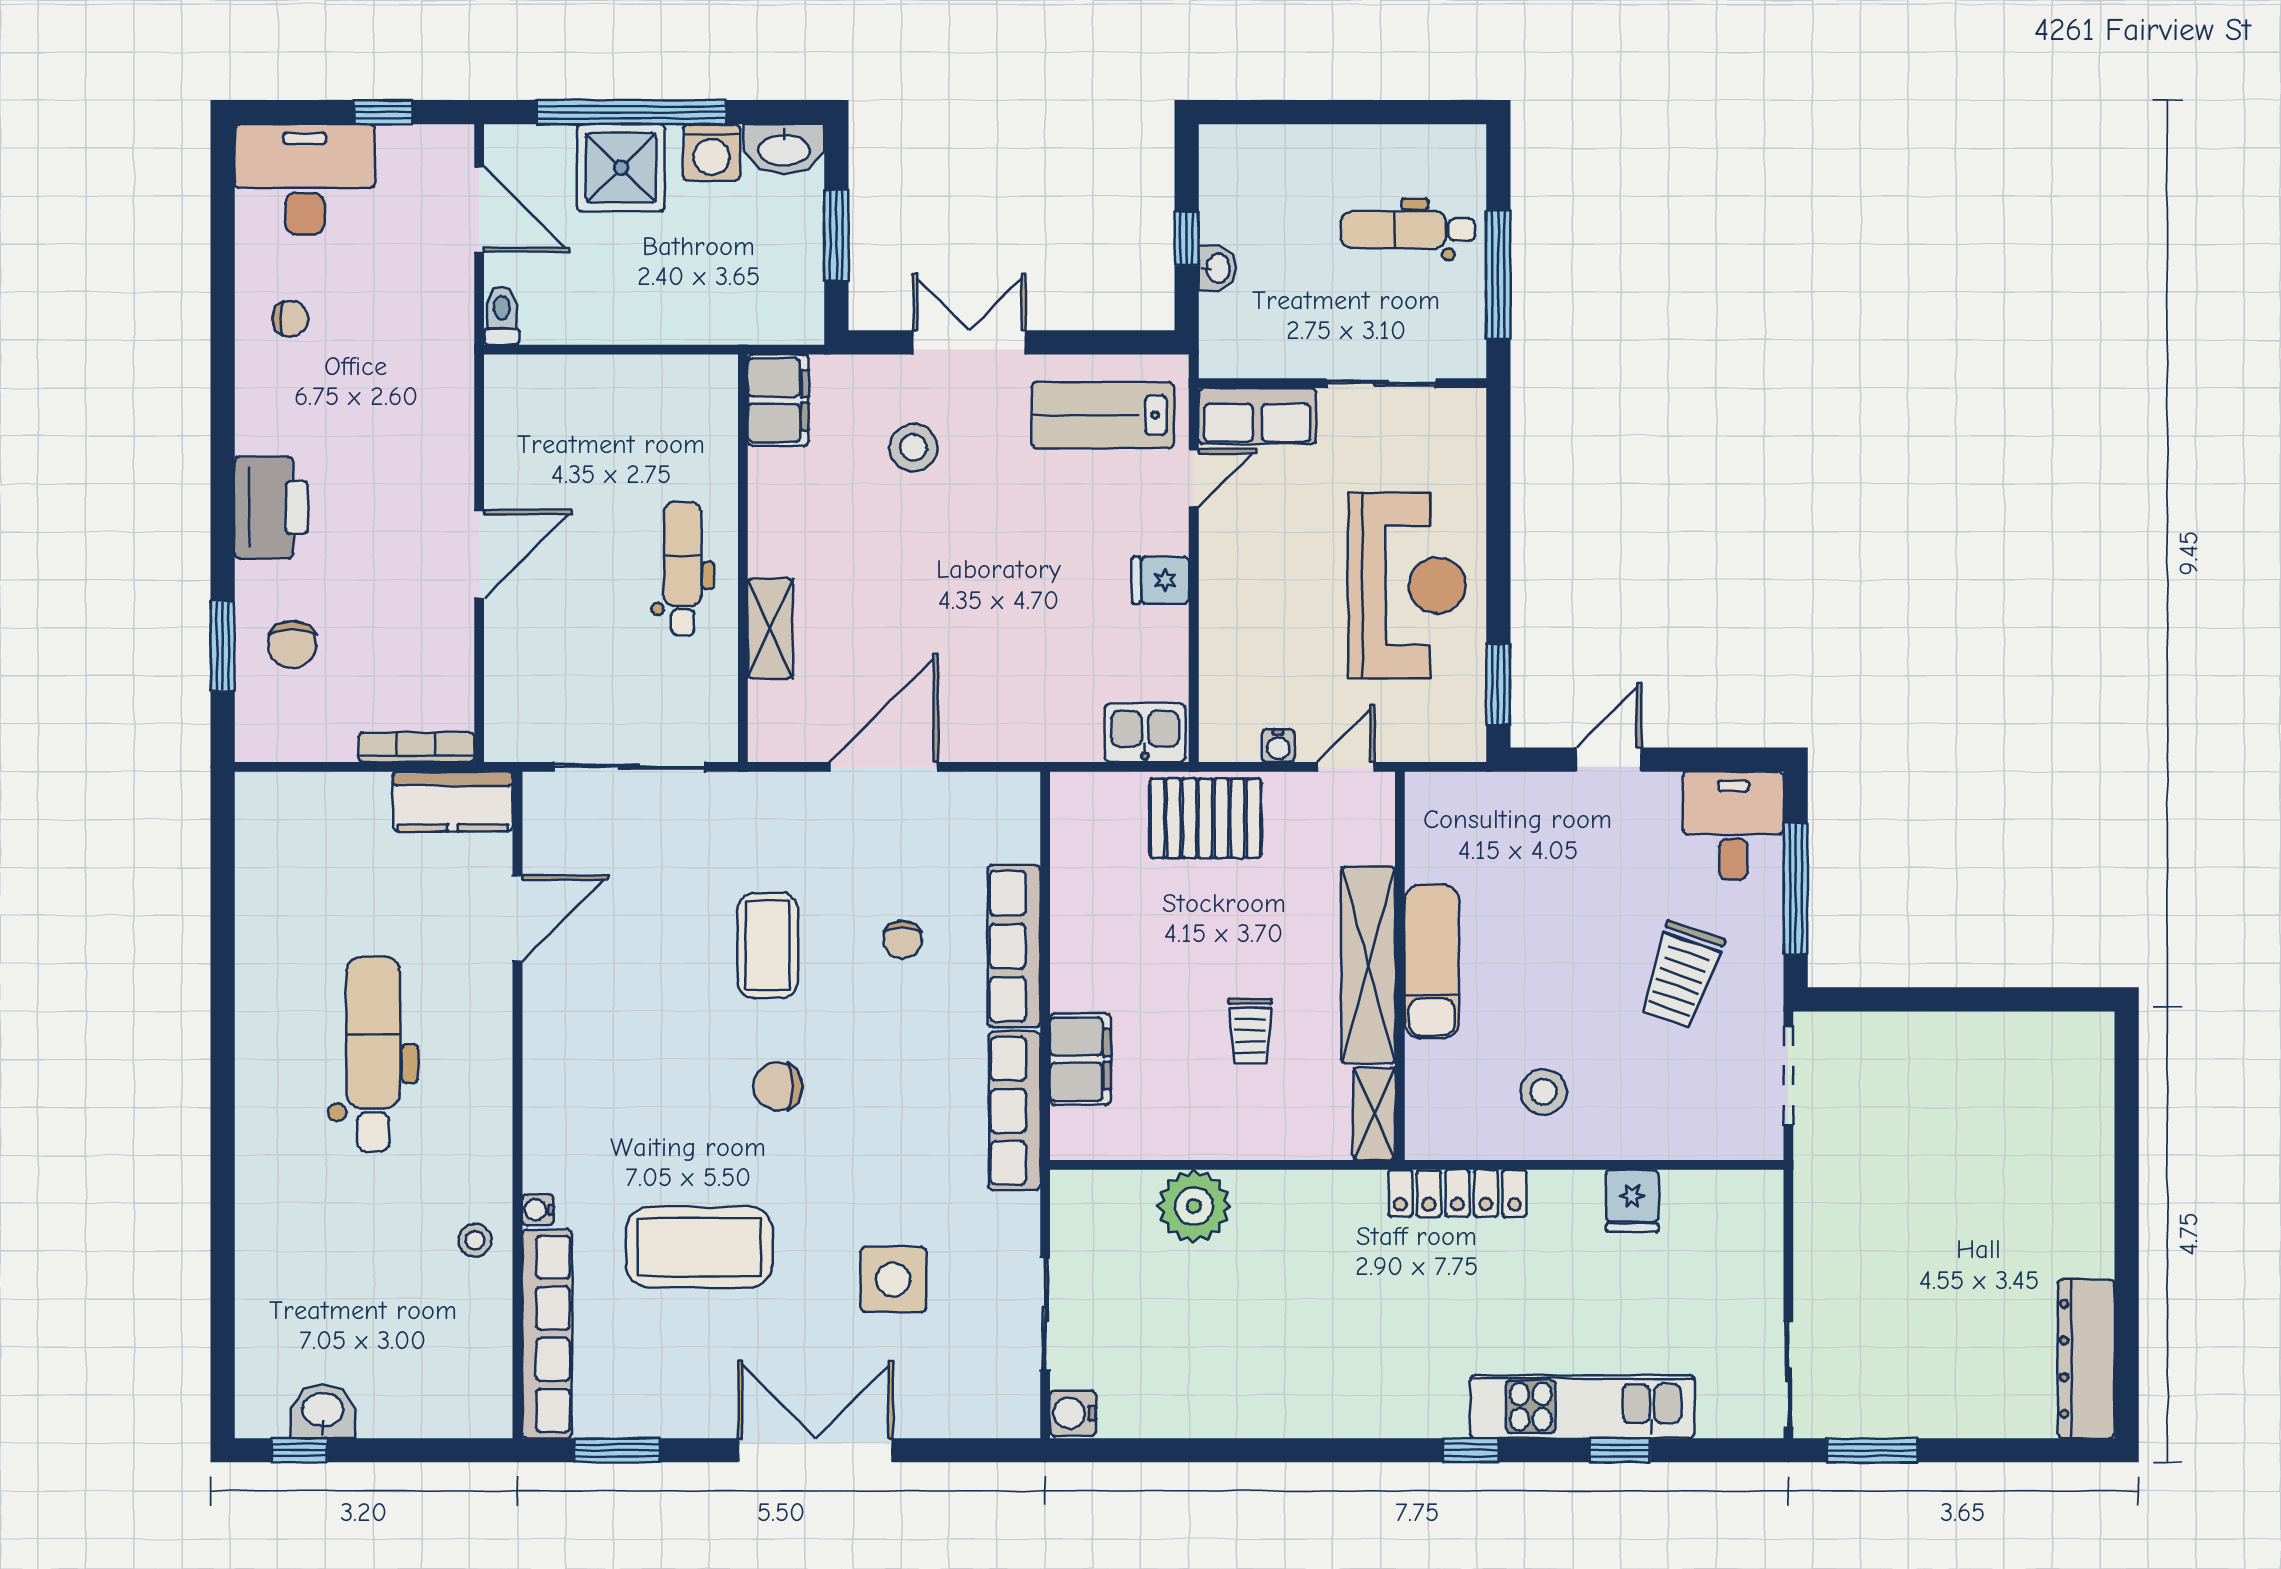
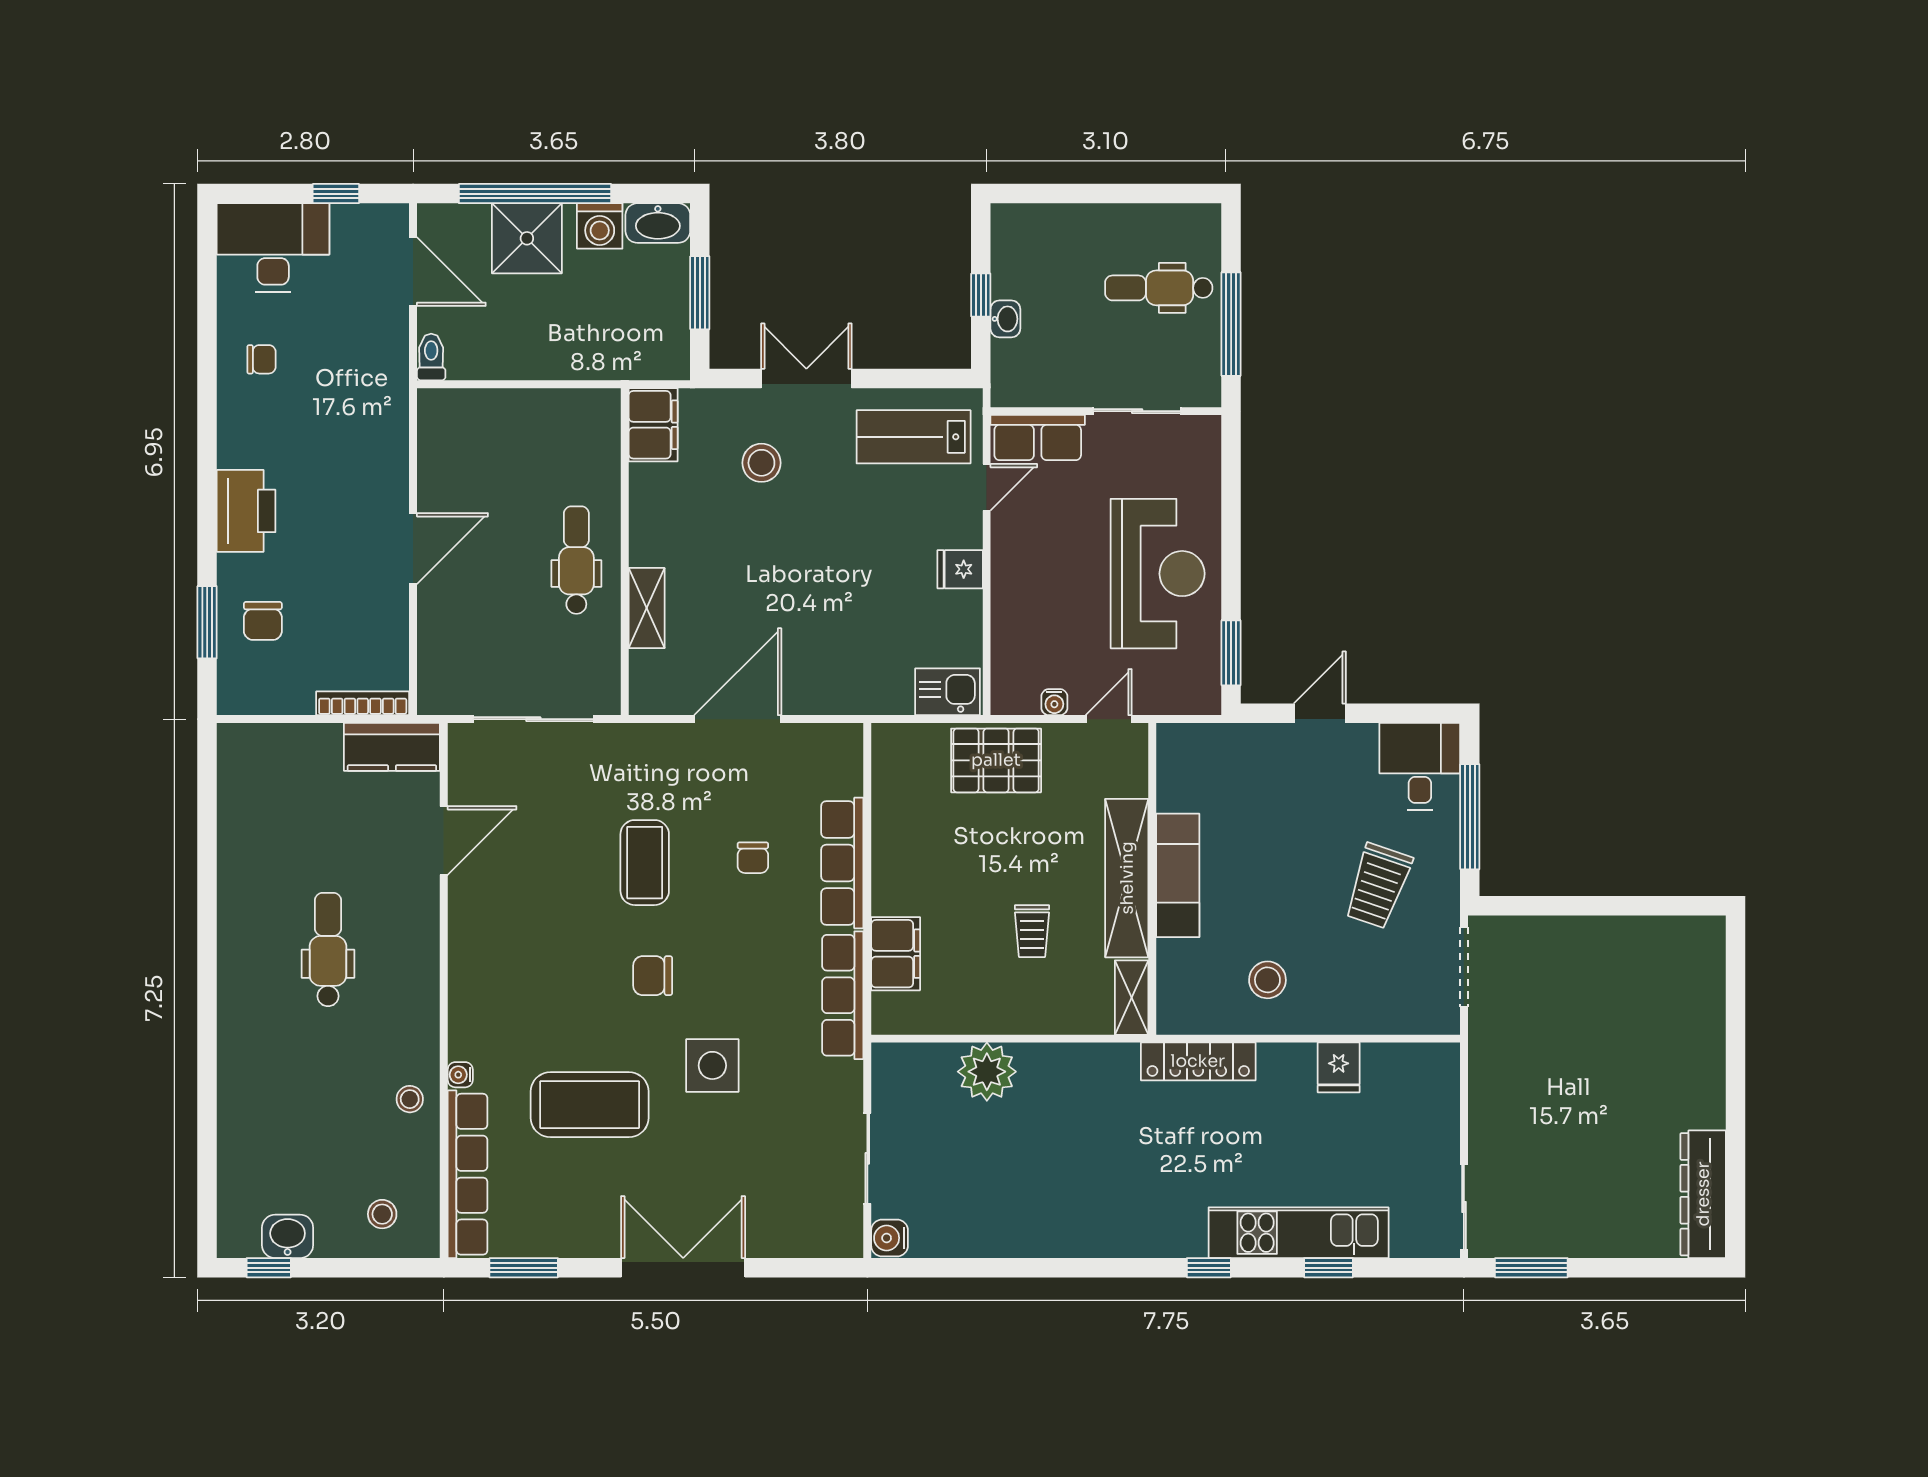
dental chair: (373, 1054) -> (328, 950), width x0.73, depth x0.72
side table: (893, 1279) -> (712, 1065), moved
stool: (441, 1384) -> (382, 1214), added

